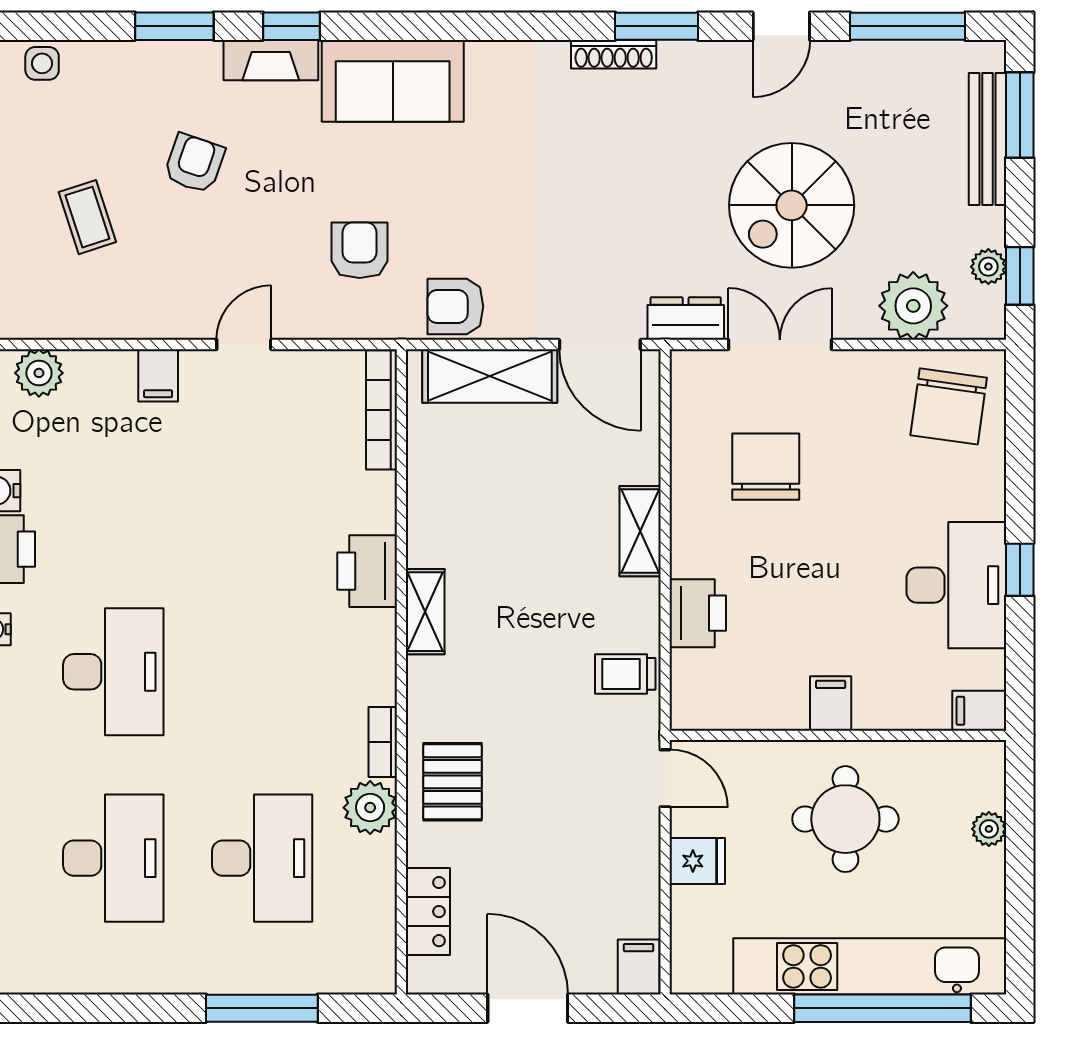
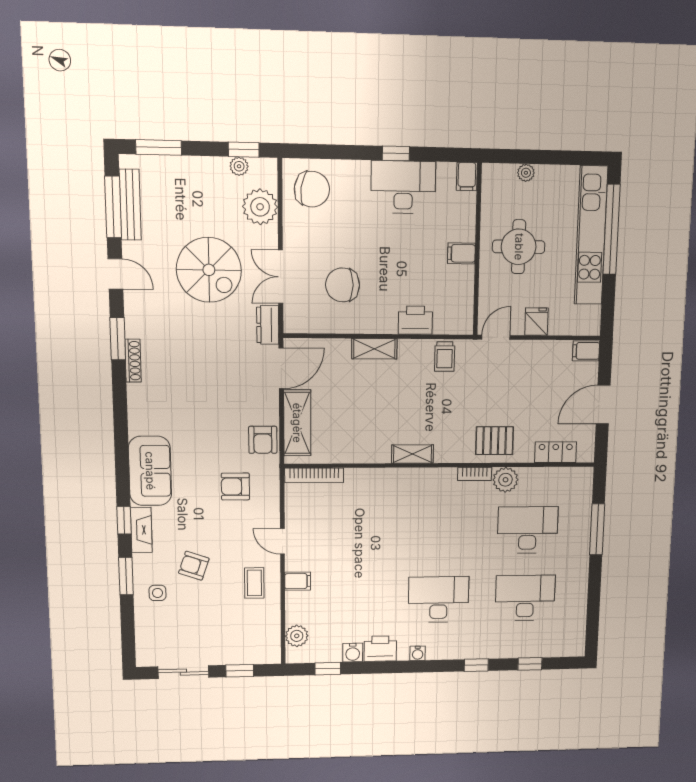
side table: (42, 63) -> (158, 593), moved
bench: (987, 139) -> (130, 205), moved, turned 90
coffee table: (87, 217) -> (254, 583), moved, turned -72
printer: (367, 571) -> (393, 482), removed

